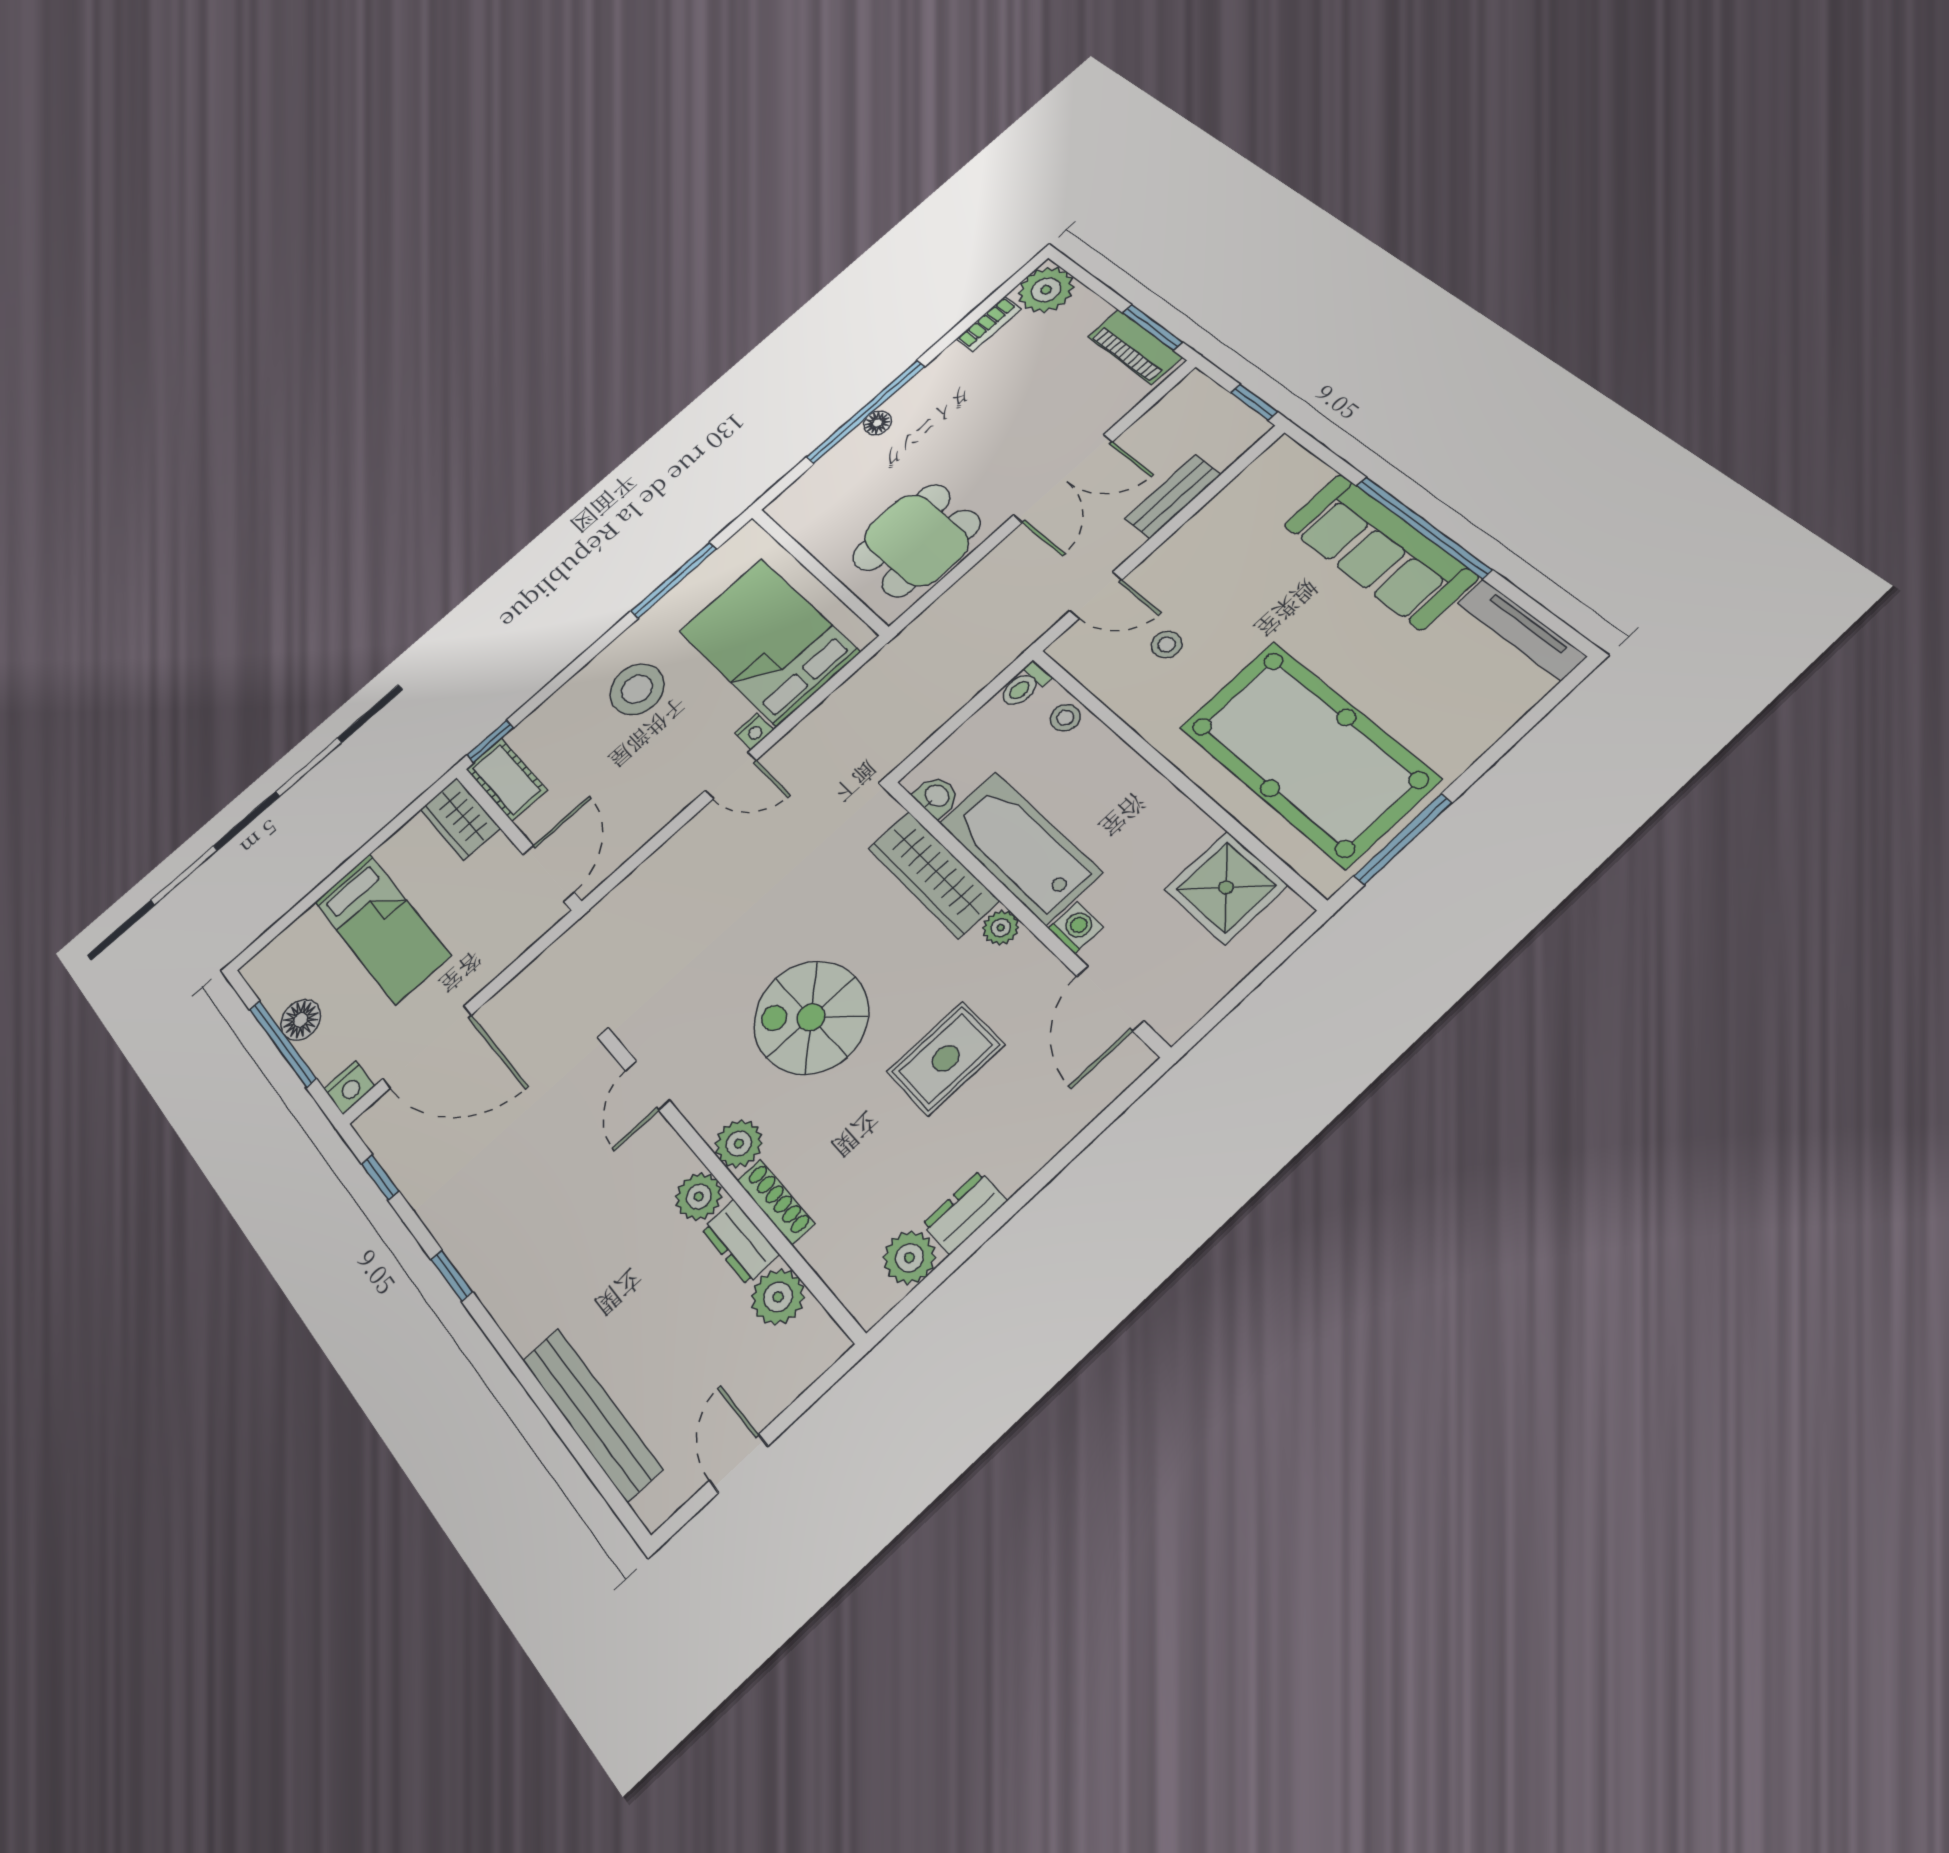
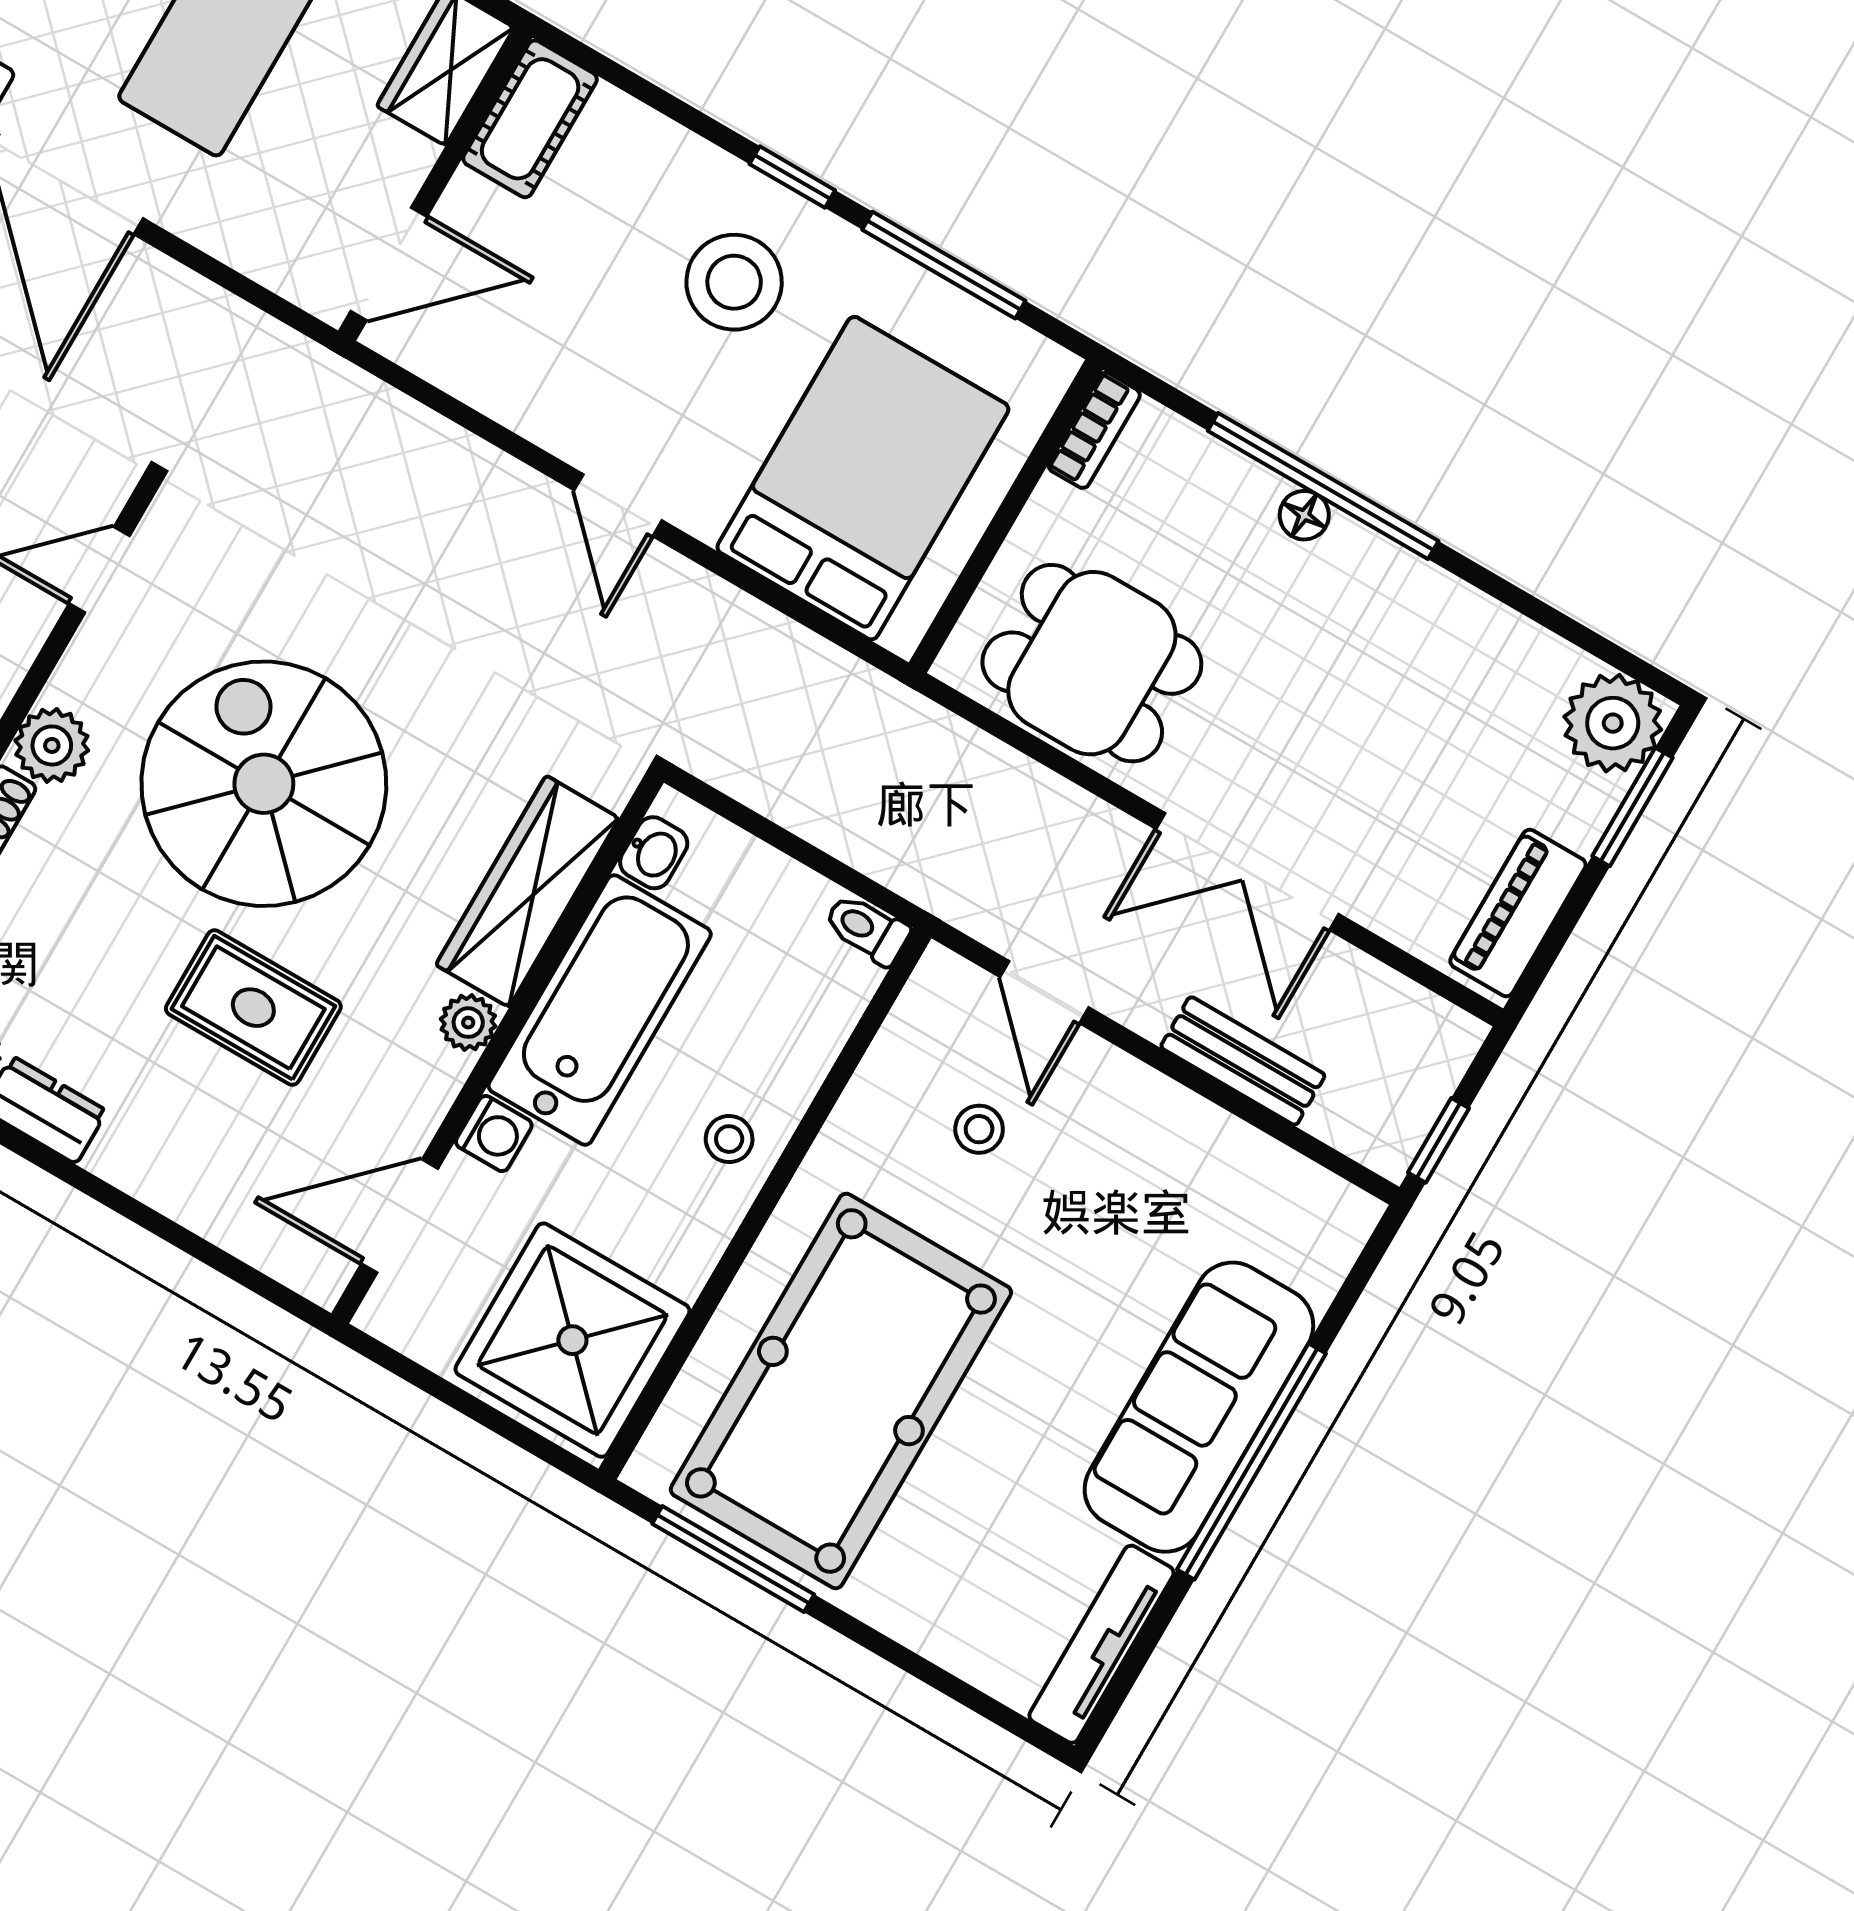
bookcase: (989, 324) -> (1094, 430), moved, turned -90
window: (1153, 328) -> (1633, 807), moved
stool: (1065, 718) -> (729, 1139), moved
nightstand: (754, 732) -> (701, 515), removed
window: (490, 741) -> (792, 177), moved
shower: (1226, 888) -> (572, 1340), width x1.37, depth x1.37
spiral stairs: (811, 1017) -> (264, 784), width x1.37, depth x1.37

